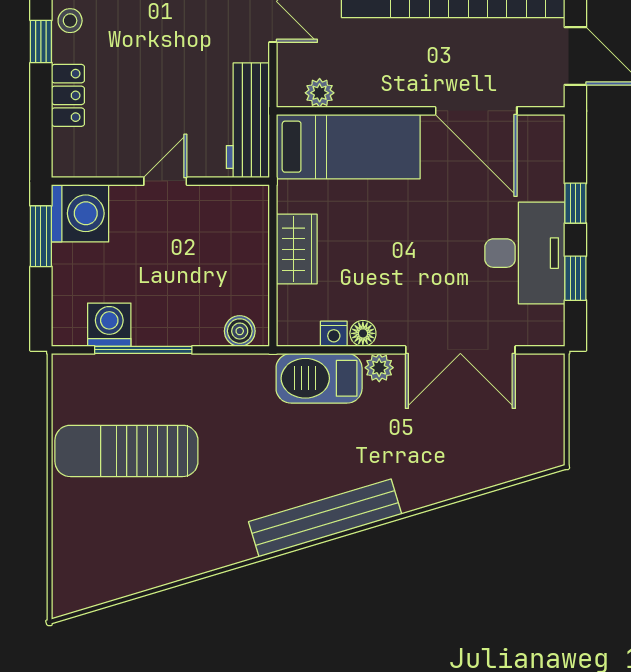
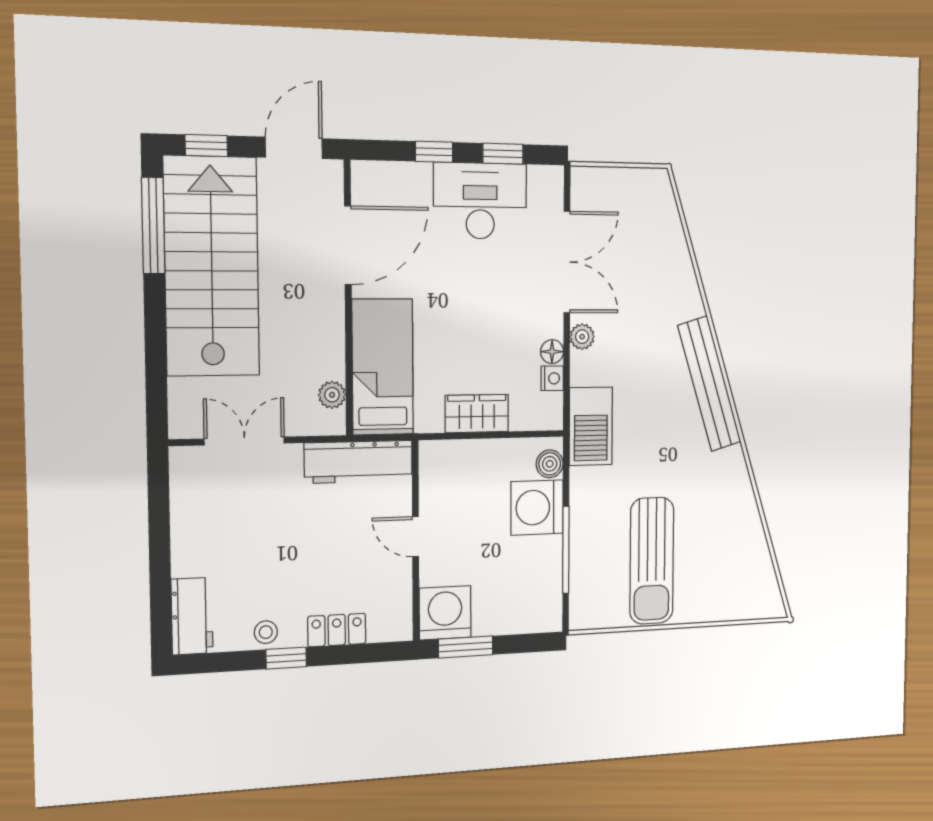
washing machine: (109, 325) -> (537, 507), moved, width x1.37, depth x1.37
barbecue: (319, 378) -> (591, 426), moved

